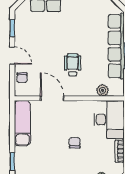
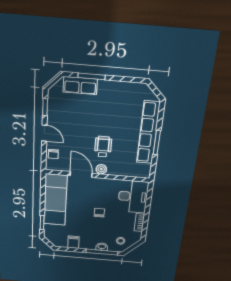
plant: (102, 90) -> (101, 169), moved
exam couch: (22, 123) -> (55, 200), width x1.36, depth x1.45

